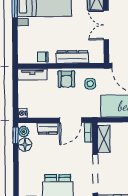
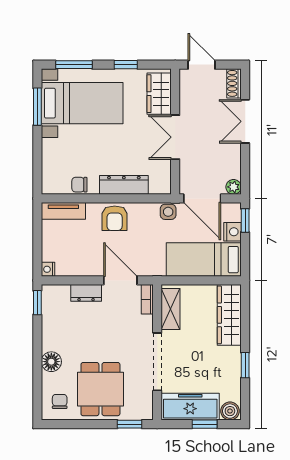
side table: (90, 84) -> (168, 212), moved
door: (70, 120) -> (120, 280), swing flipped
plant: (24, 132) -> (50, 297), removed
floor lamp: (25, 145) -> (51, 362), moved

